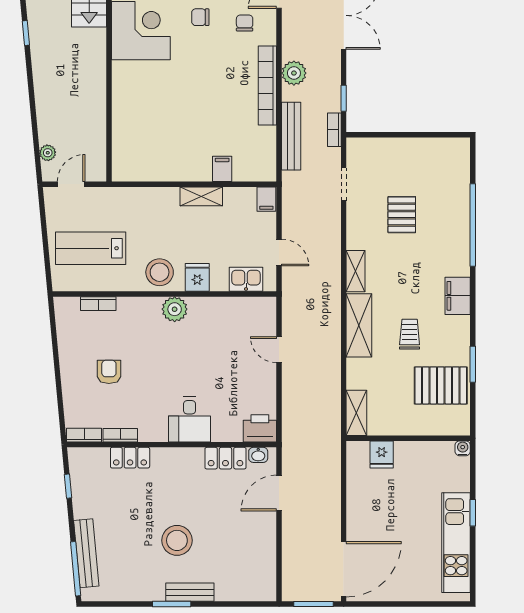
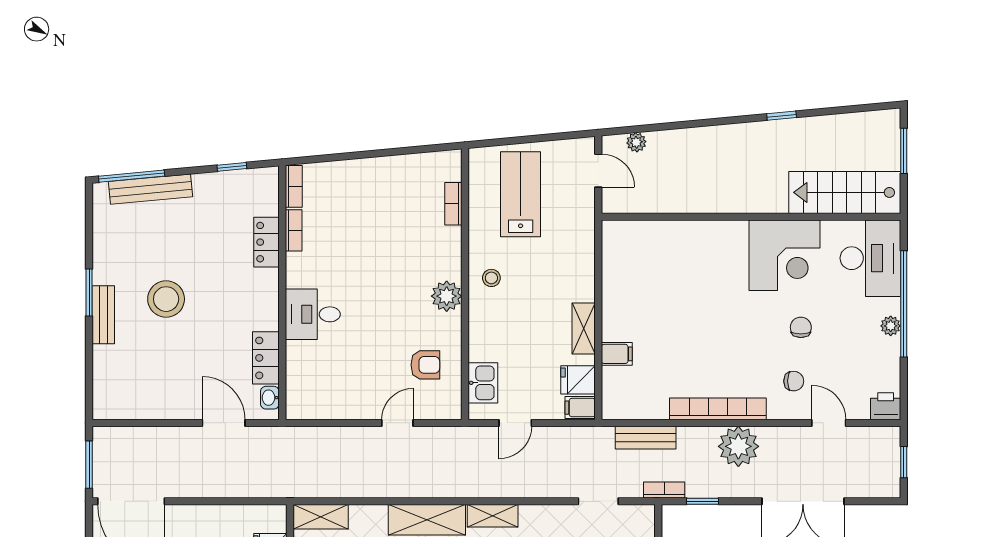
plant: (294, 73) -> (738, 446), width x1.36, depth x1.36
bench: (291, 136) -> (646, 438), width x0.73
stool: (160, 272) -> (491, 278), width x0.53, depth x0.53
fridge: (197, 277) -> (578, 380), moved, turned 180
armchair: (109, 372) -> (425, 365), moved
printer: (260, 428) -> (302, 400), removed

